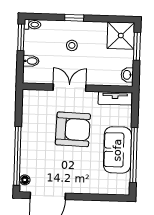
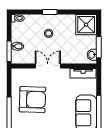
window: (21, 37) -> (9, 51), moved
window: (137, 46) -> (99, 47), moved
armchair: (73, 129) -> (32, 99), moved

